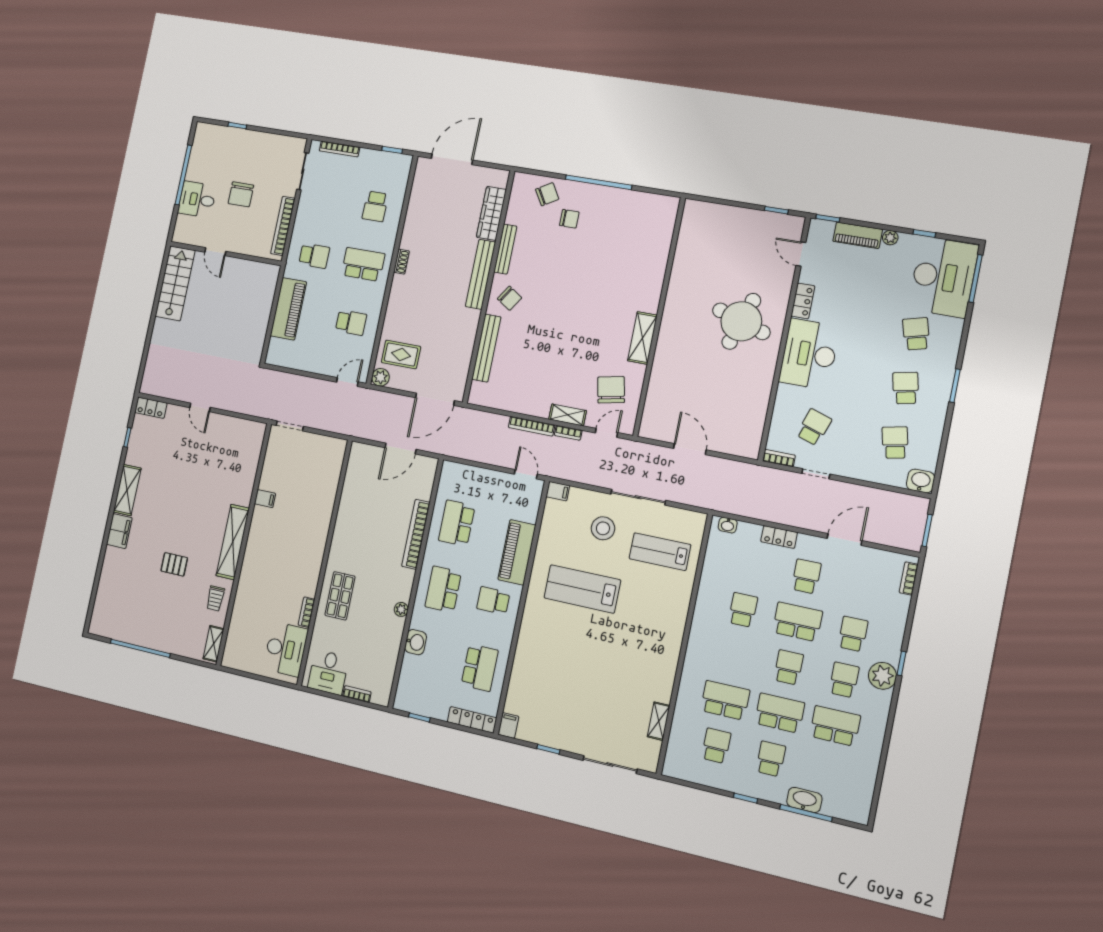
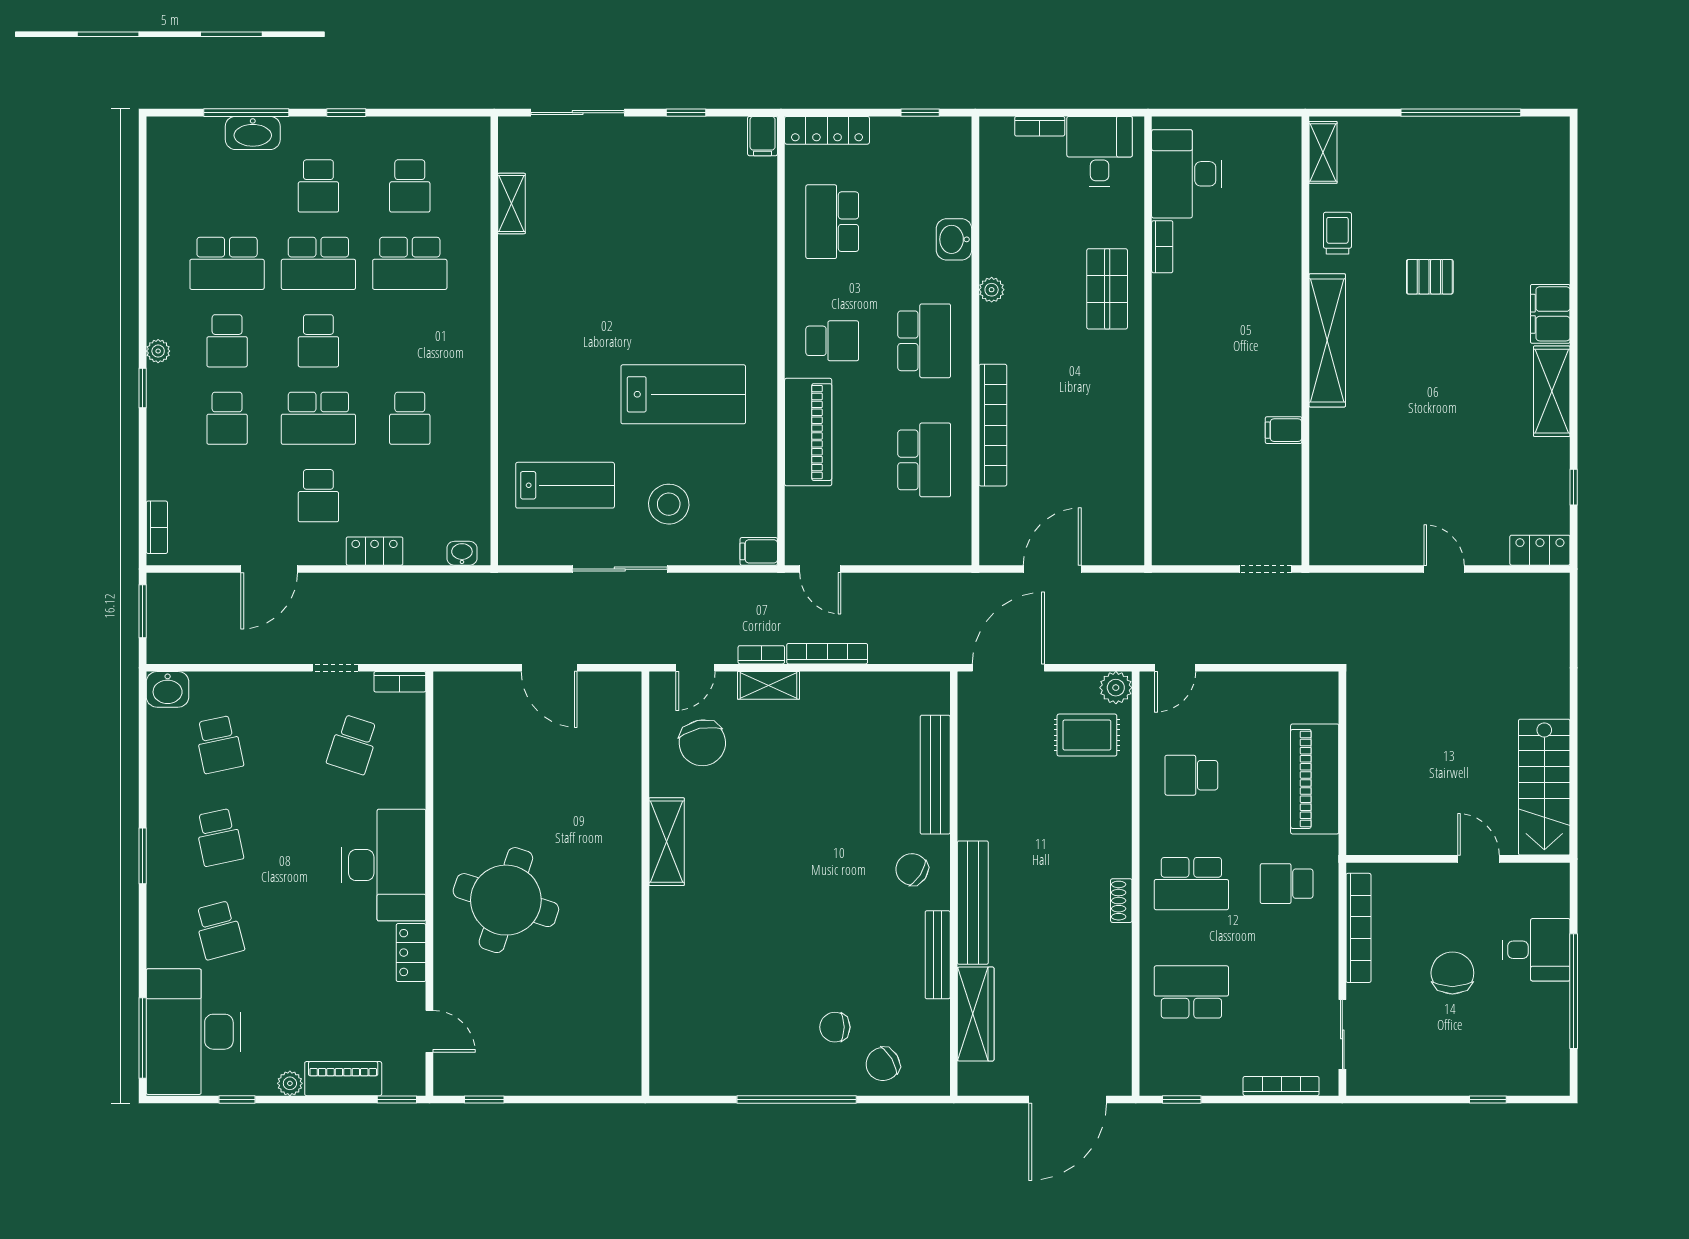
school desk: (375, 206) -> (1191, 992), width x1.85
plant: (882, 676) -> (158, 351), width x0.53, depth x0.53

